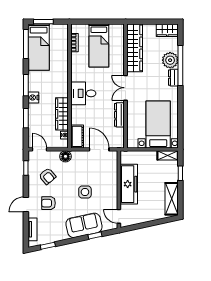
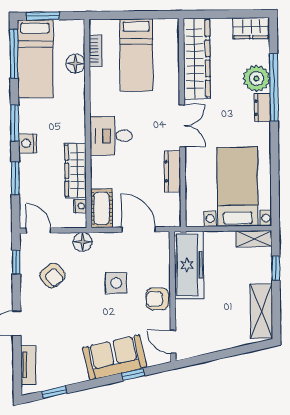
floor lamp: (62, 50) -> (75, 64), added
double door: (126, 88) -> (182, 126), swing flipped
freezer: (129, 184) -> (189, 265), moved
side table: (85, 192) -> (116, 283), moved
armchair: (48, 203) -> (157, 299), moved

